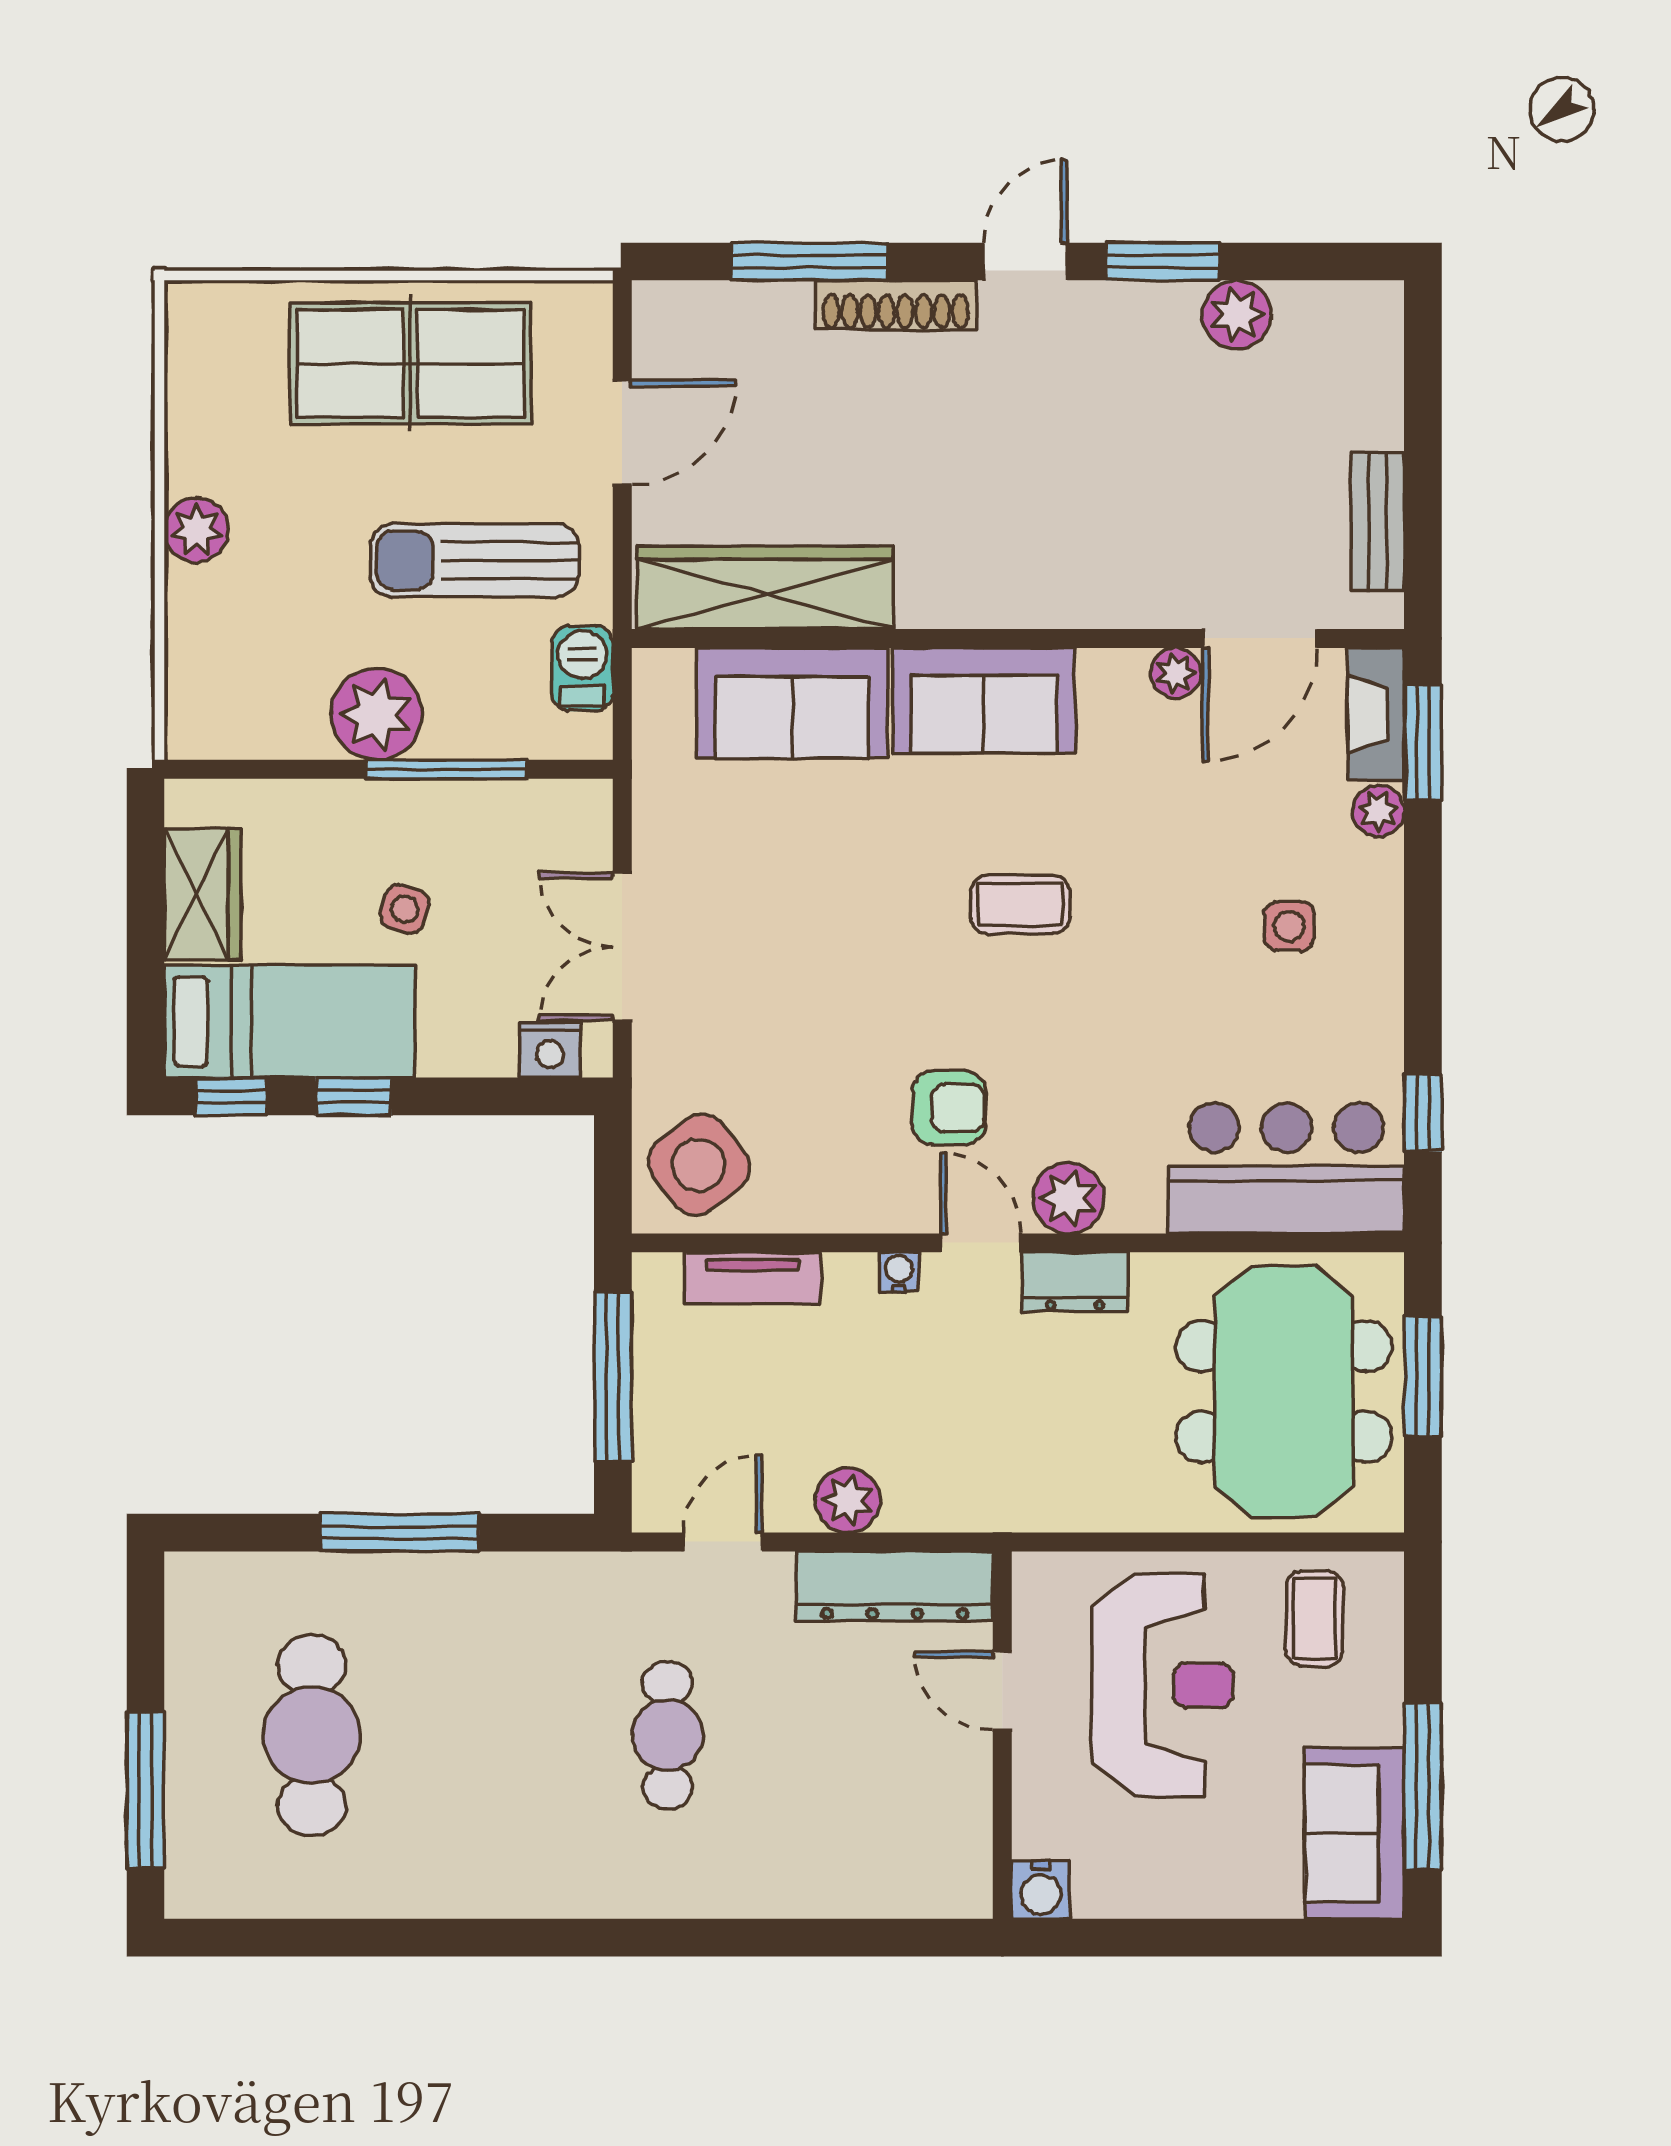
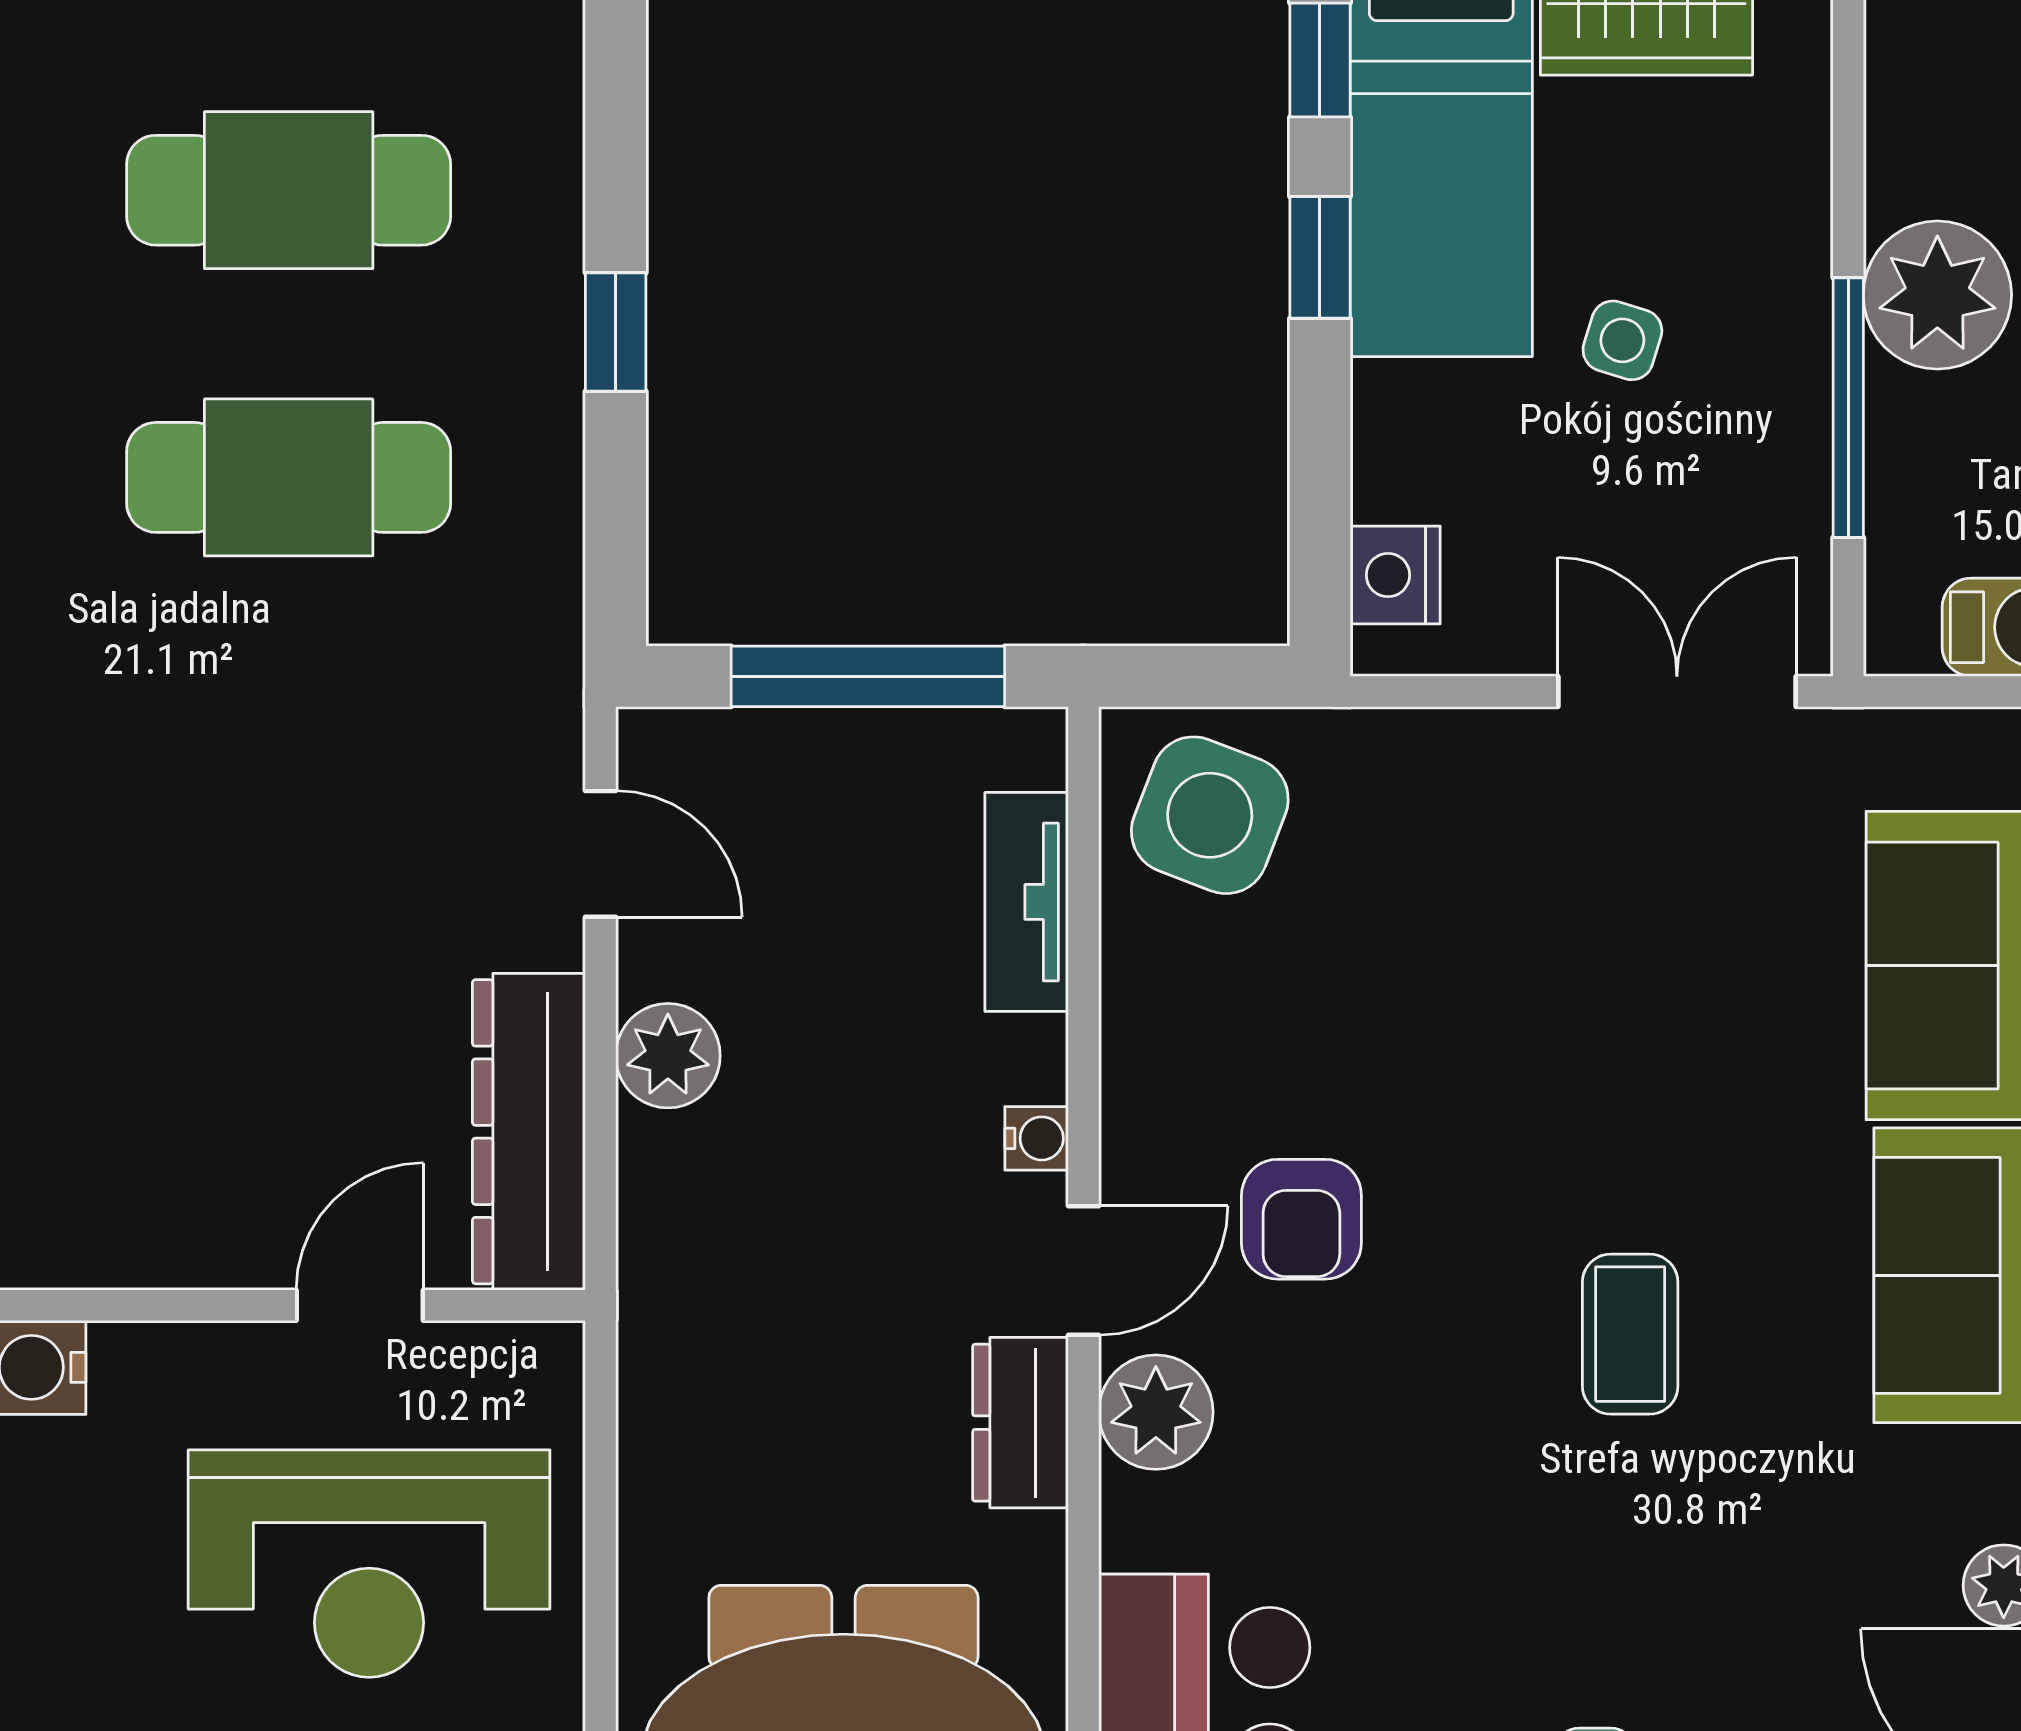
double door: (622, 947) -> (1677, 691), moved
side table: (699, 1165) -> (1210, 815), turned -32
window: (400, 1533) -> (616, 332), width x0.46
cafe table: (668, 1735) -> (289, 477), moved, width x1.37, depth x1.35

